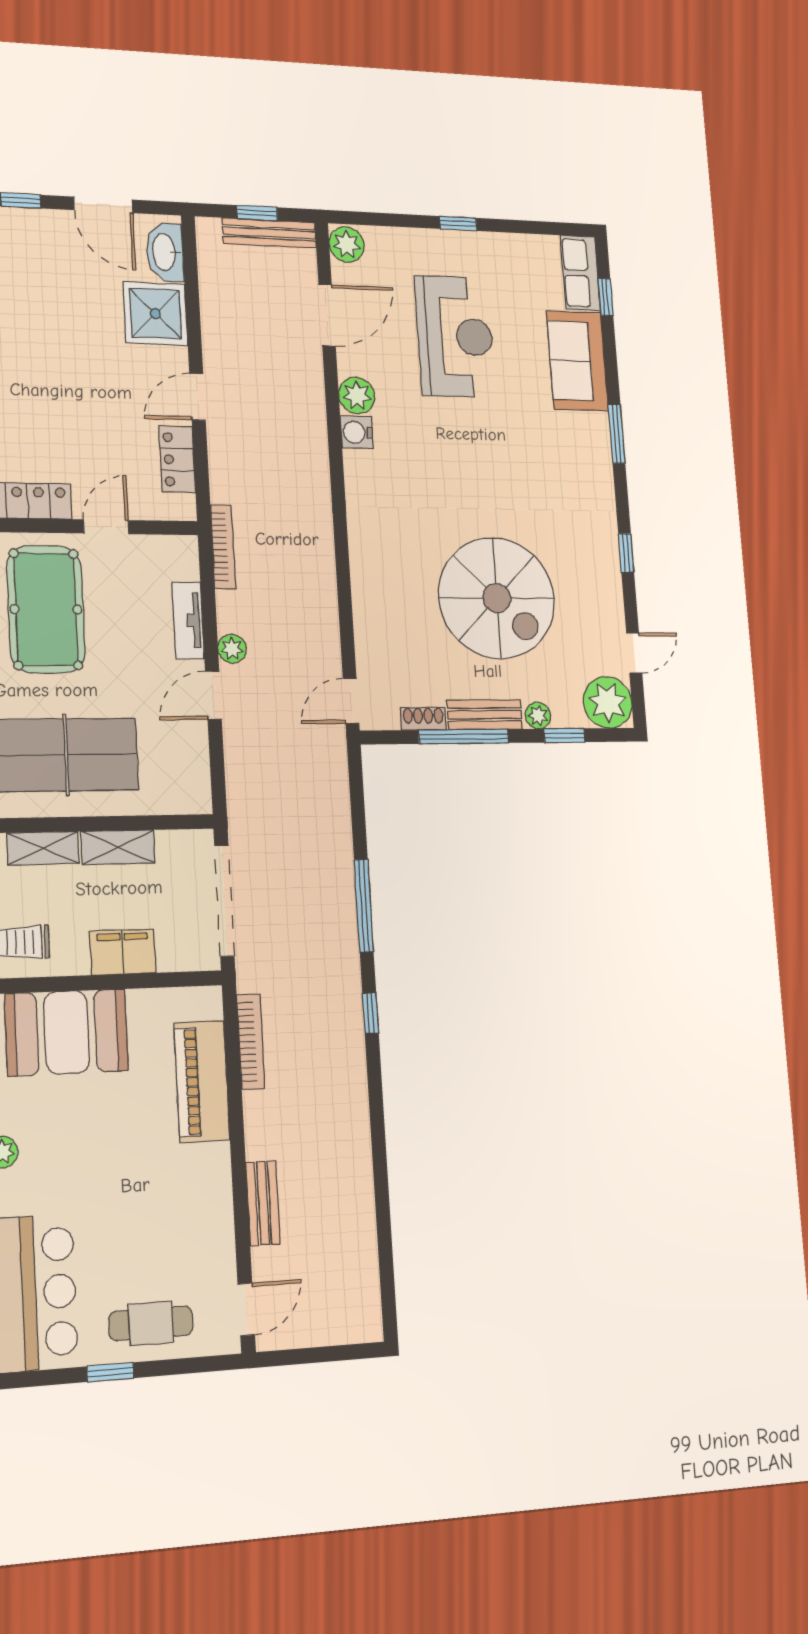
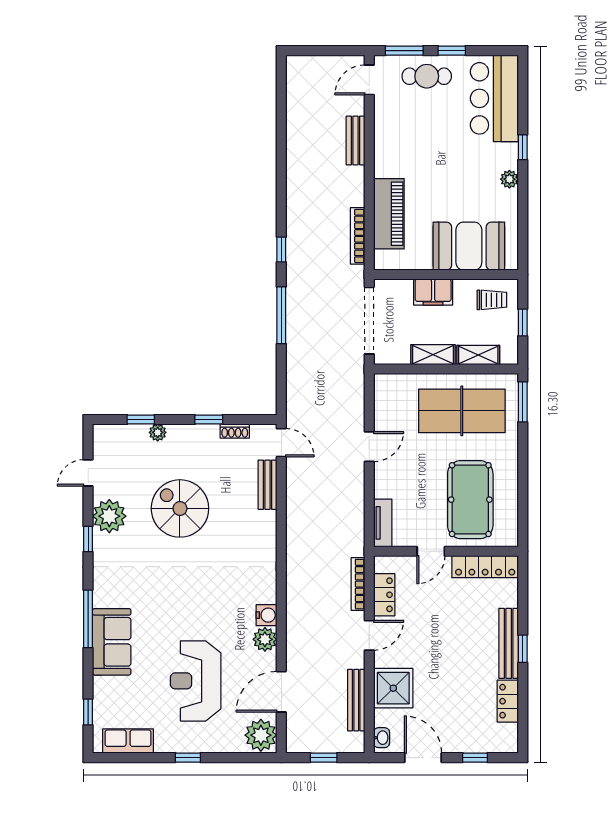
bench: (269, 233) -> (356, 700), moved, turned 90
plant: (347, 244) -> (261, 735), width x1.36, depth x1.36
washbasin: (165, 252) -> (382, 738), width x0.52, depth x0.69
row of seats: (580, 273) -> (128, 741), moved, turned -90
sofa: (577, 361) -> (112, 642), moved
window: (617, 434) -> (88, 619), width x1.44
bookcase: (223, 547) -> (358, 584), moved
spiral stairs: (497, 598) -> (180, 508), width x0.73, depth x0.73
tv unit: (188, 620) -> (383, 523), moved
plant: (232, 649) -> (356, 476), removed
door: (351, 701) -> (281, 443), hinge flipped
plant: (608, 702) -> (109, 516), moved
bench: (485, 715) -> (268, 485), moved, turned 90
window: (464, 736) -> (209, 419), width x0.46
window: (191, 1365) -> (404, 51), added

